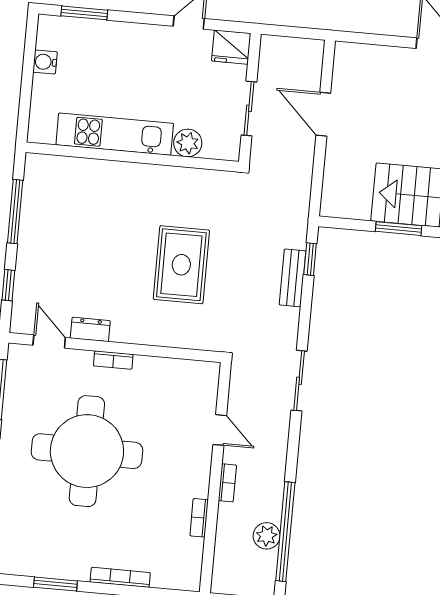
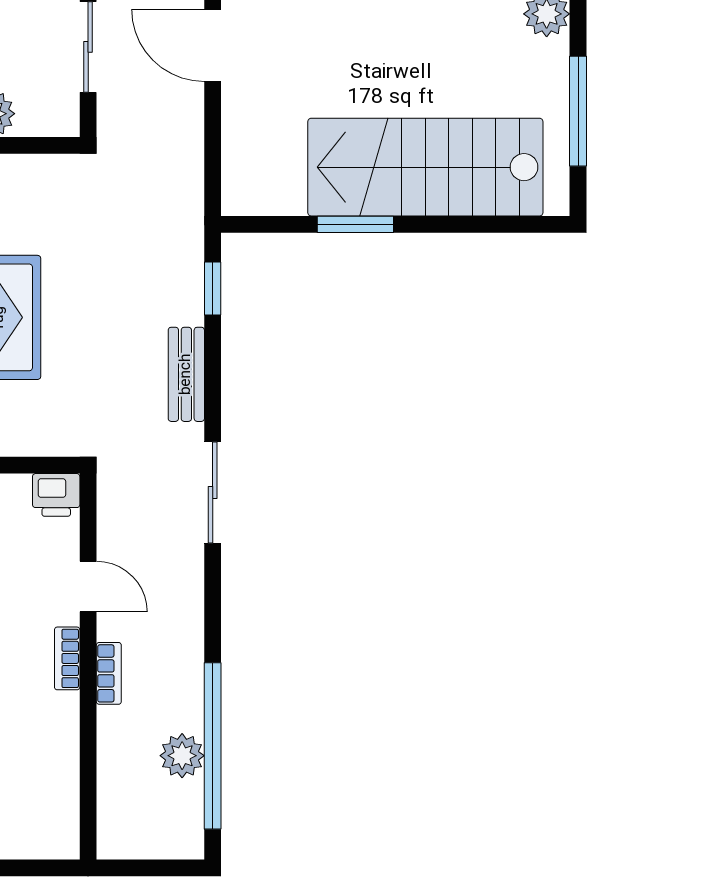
bench: (293, 278) -> (186, 374), moved
printer: (206, 374) -> (56, 495), added
bookcase: (199, 518) -> (67, 658), moved

